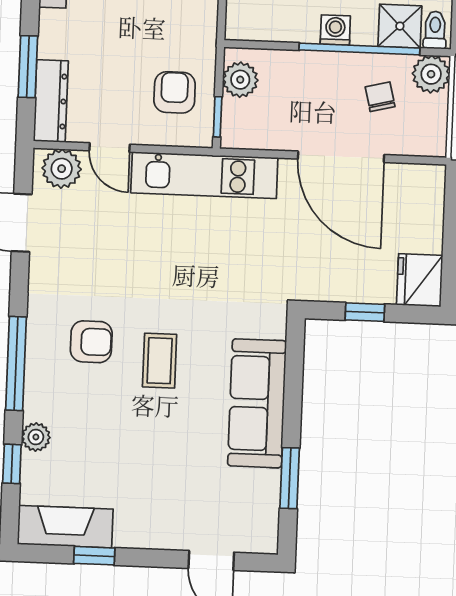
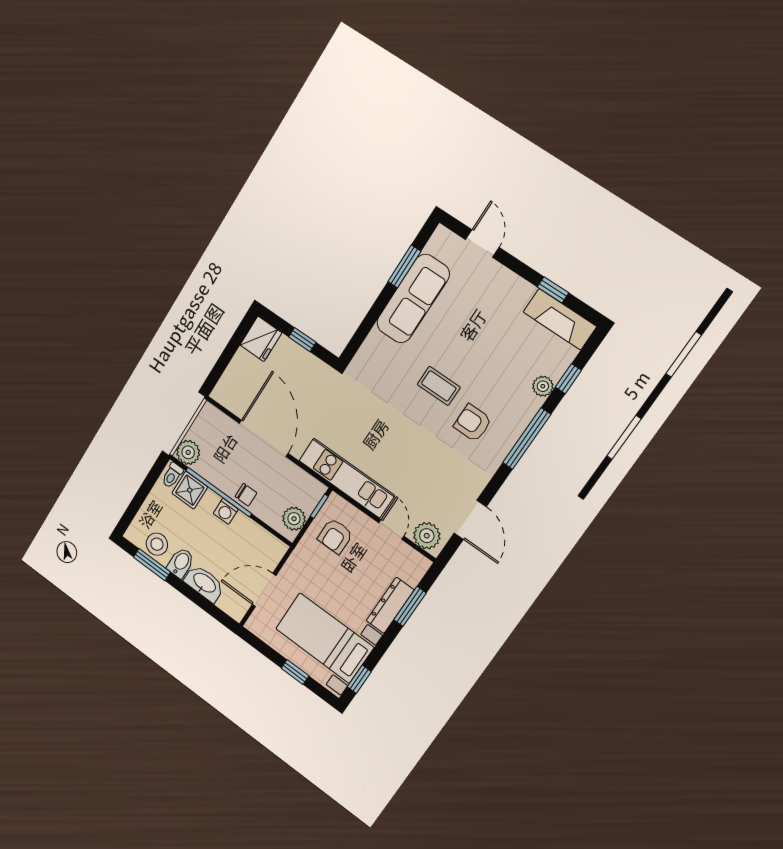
chair: (380, 97) -> (246, 495), moved, turned -76
dresser: (51, 101) -> (390, 605), moved
coffee table: (160, 361) -> (439, 386), turned 90
sofa: (257, 403) -> (413, 299), moved

